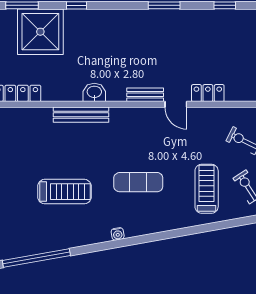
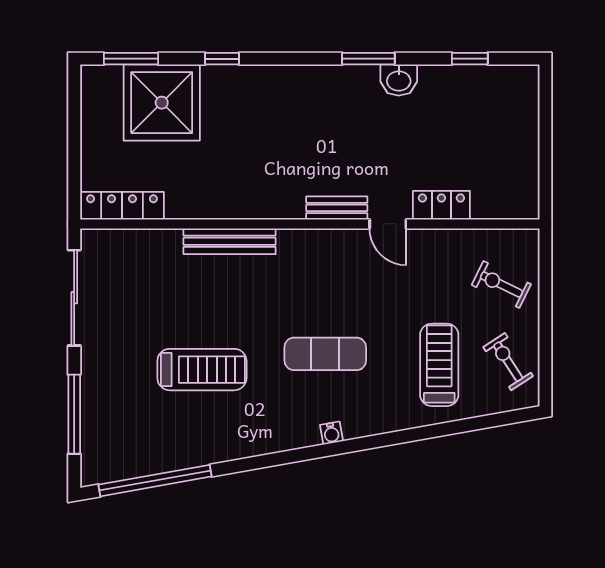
washbasin: (94, 92) -> (399, 80), moved, turned 180
water cooler: (118, 234) -> (331, 433), moved

